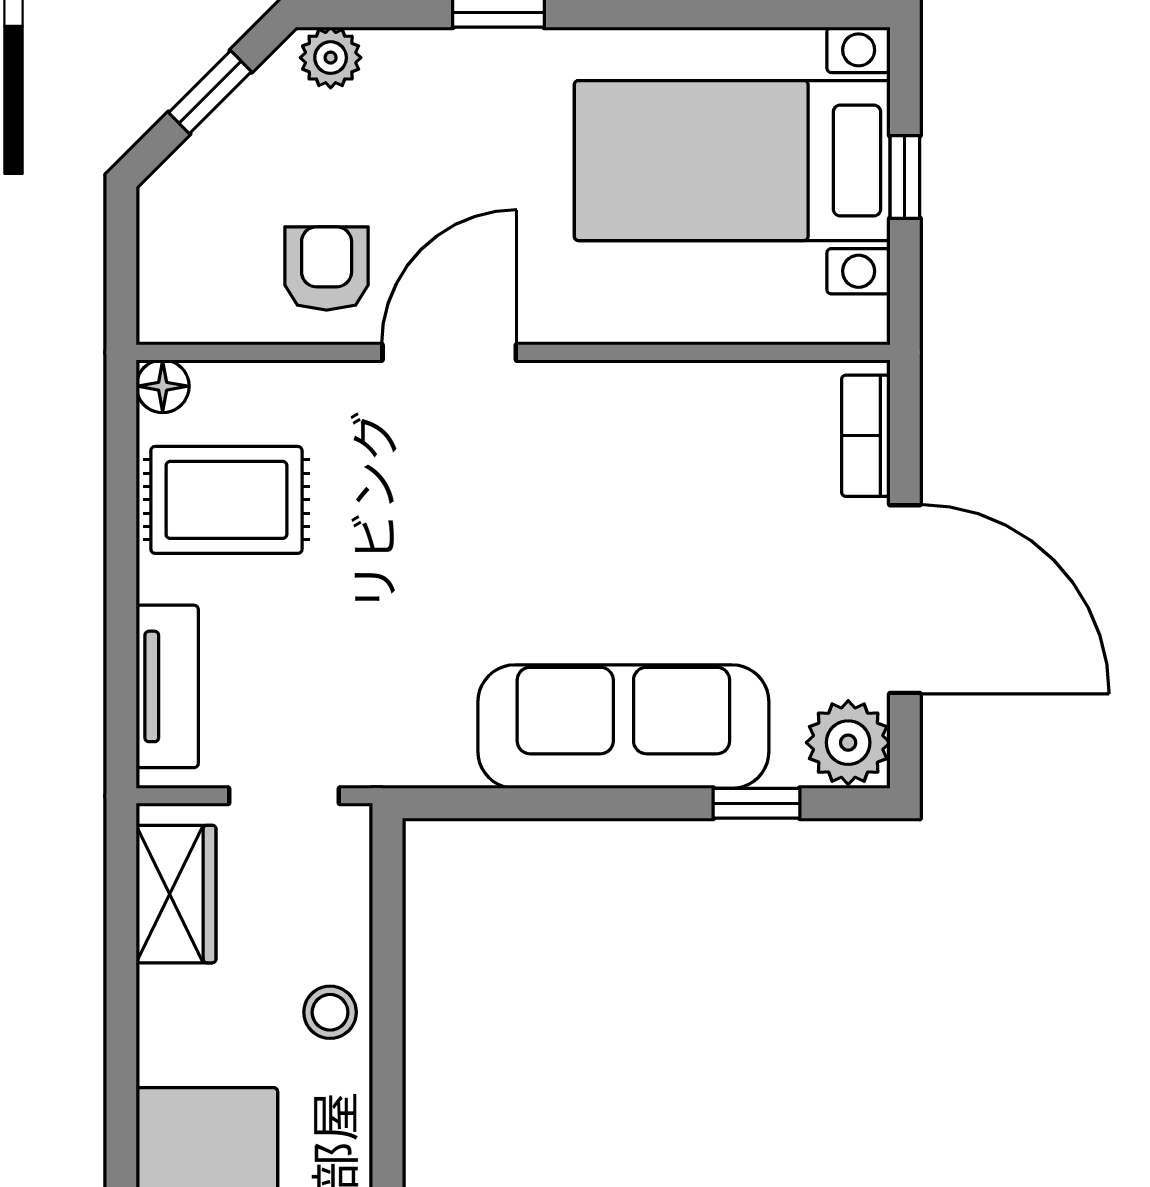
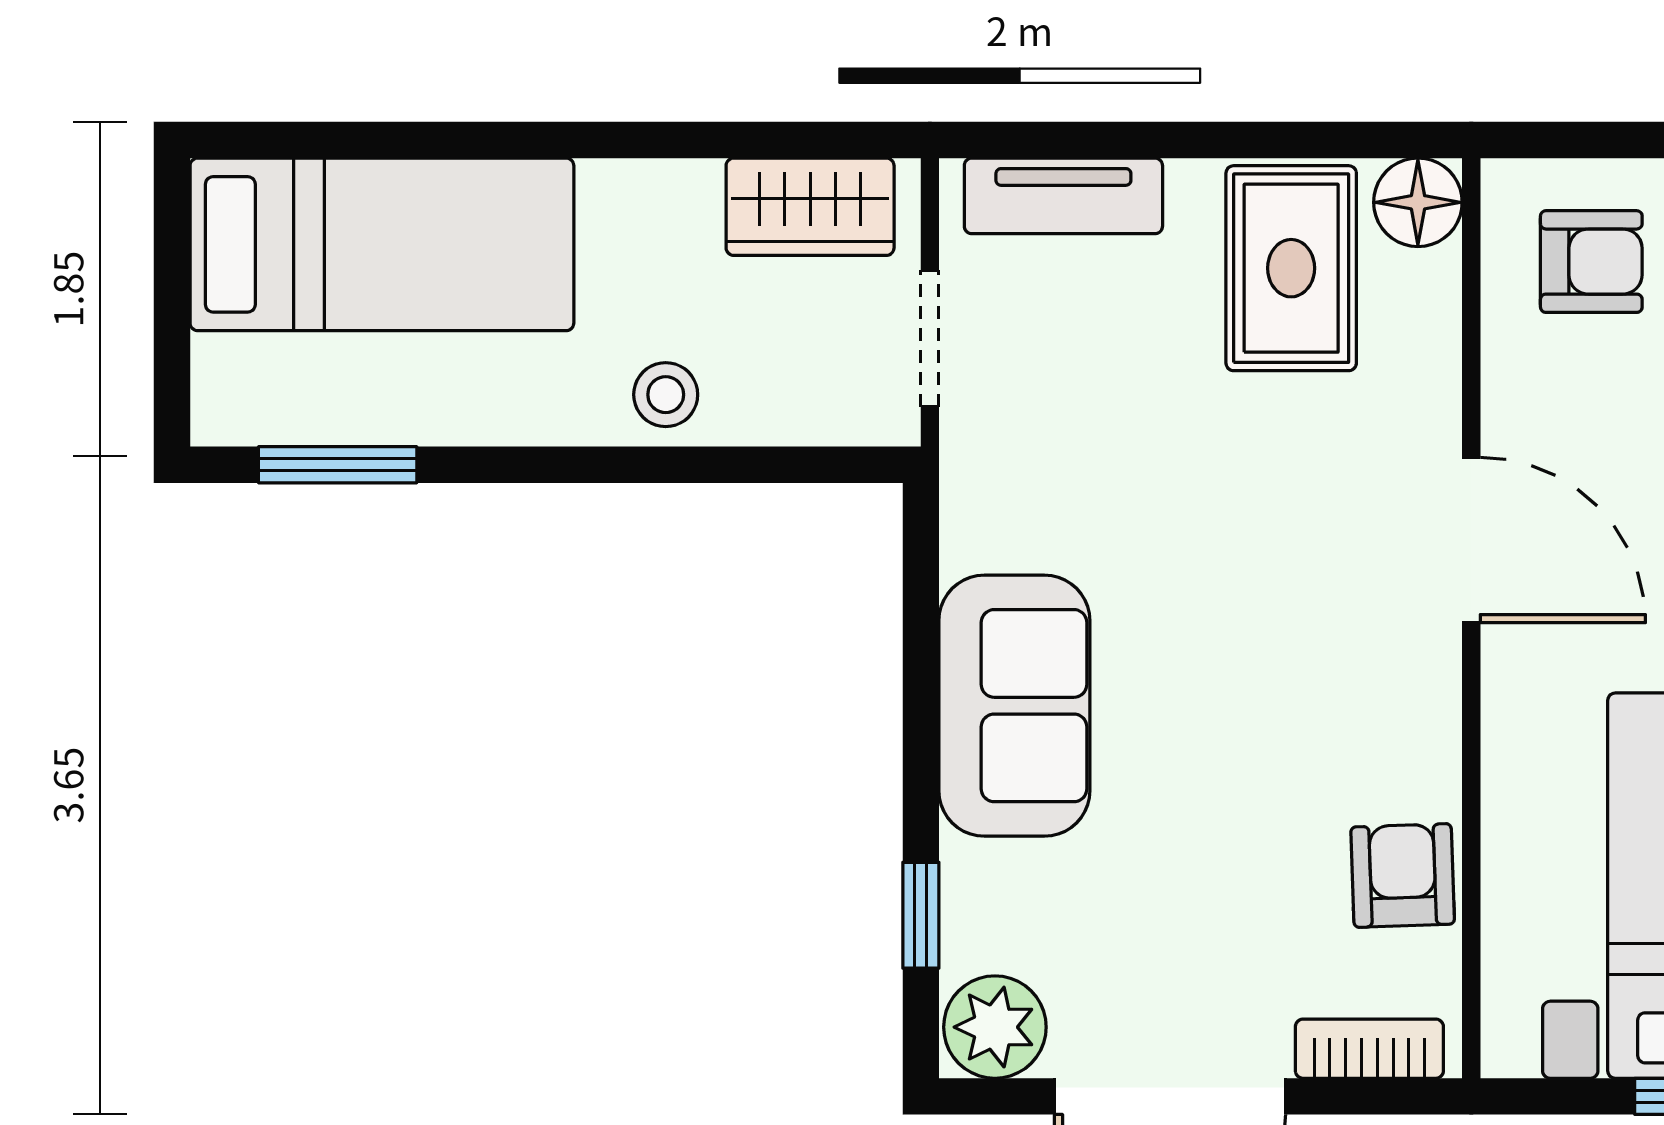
armchair: (327, 269) -> (1591, 262), moved
floor lamp: (163, 386) -> (1418, 202), width x1.37, depth x1.37
armchair: (724, 409) -> (1403, 876), added
sofa: (623, 727) -> (1014, 706), width x0.73

